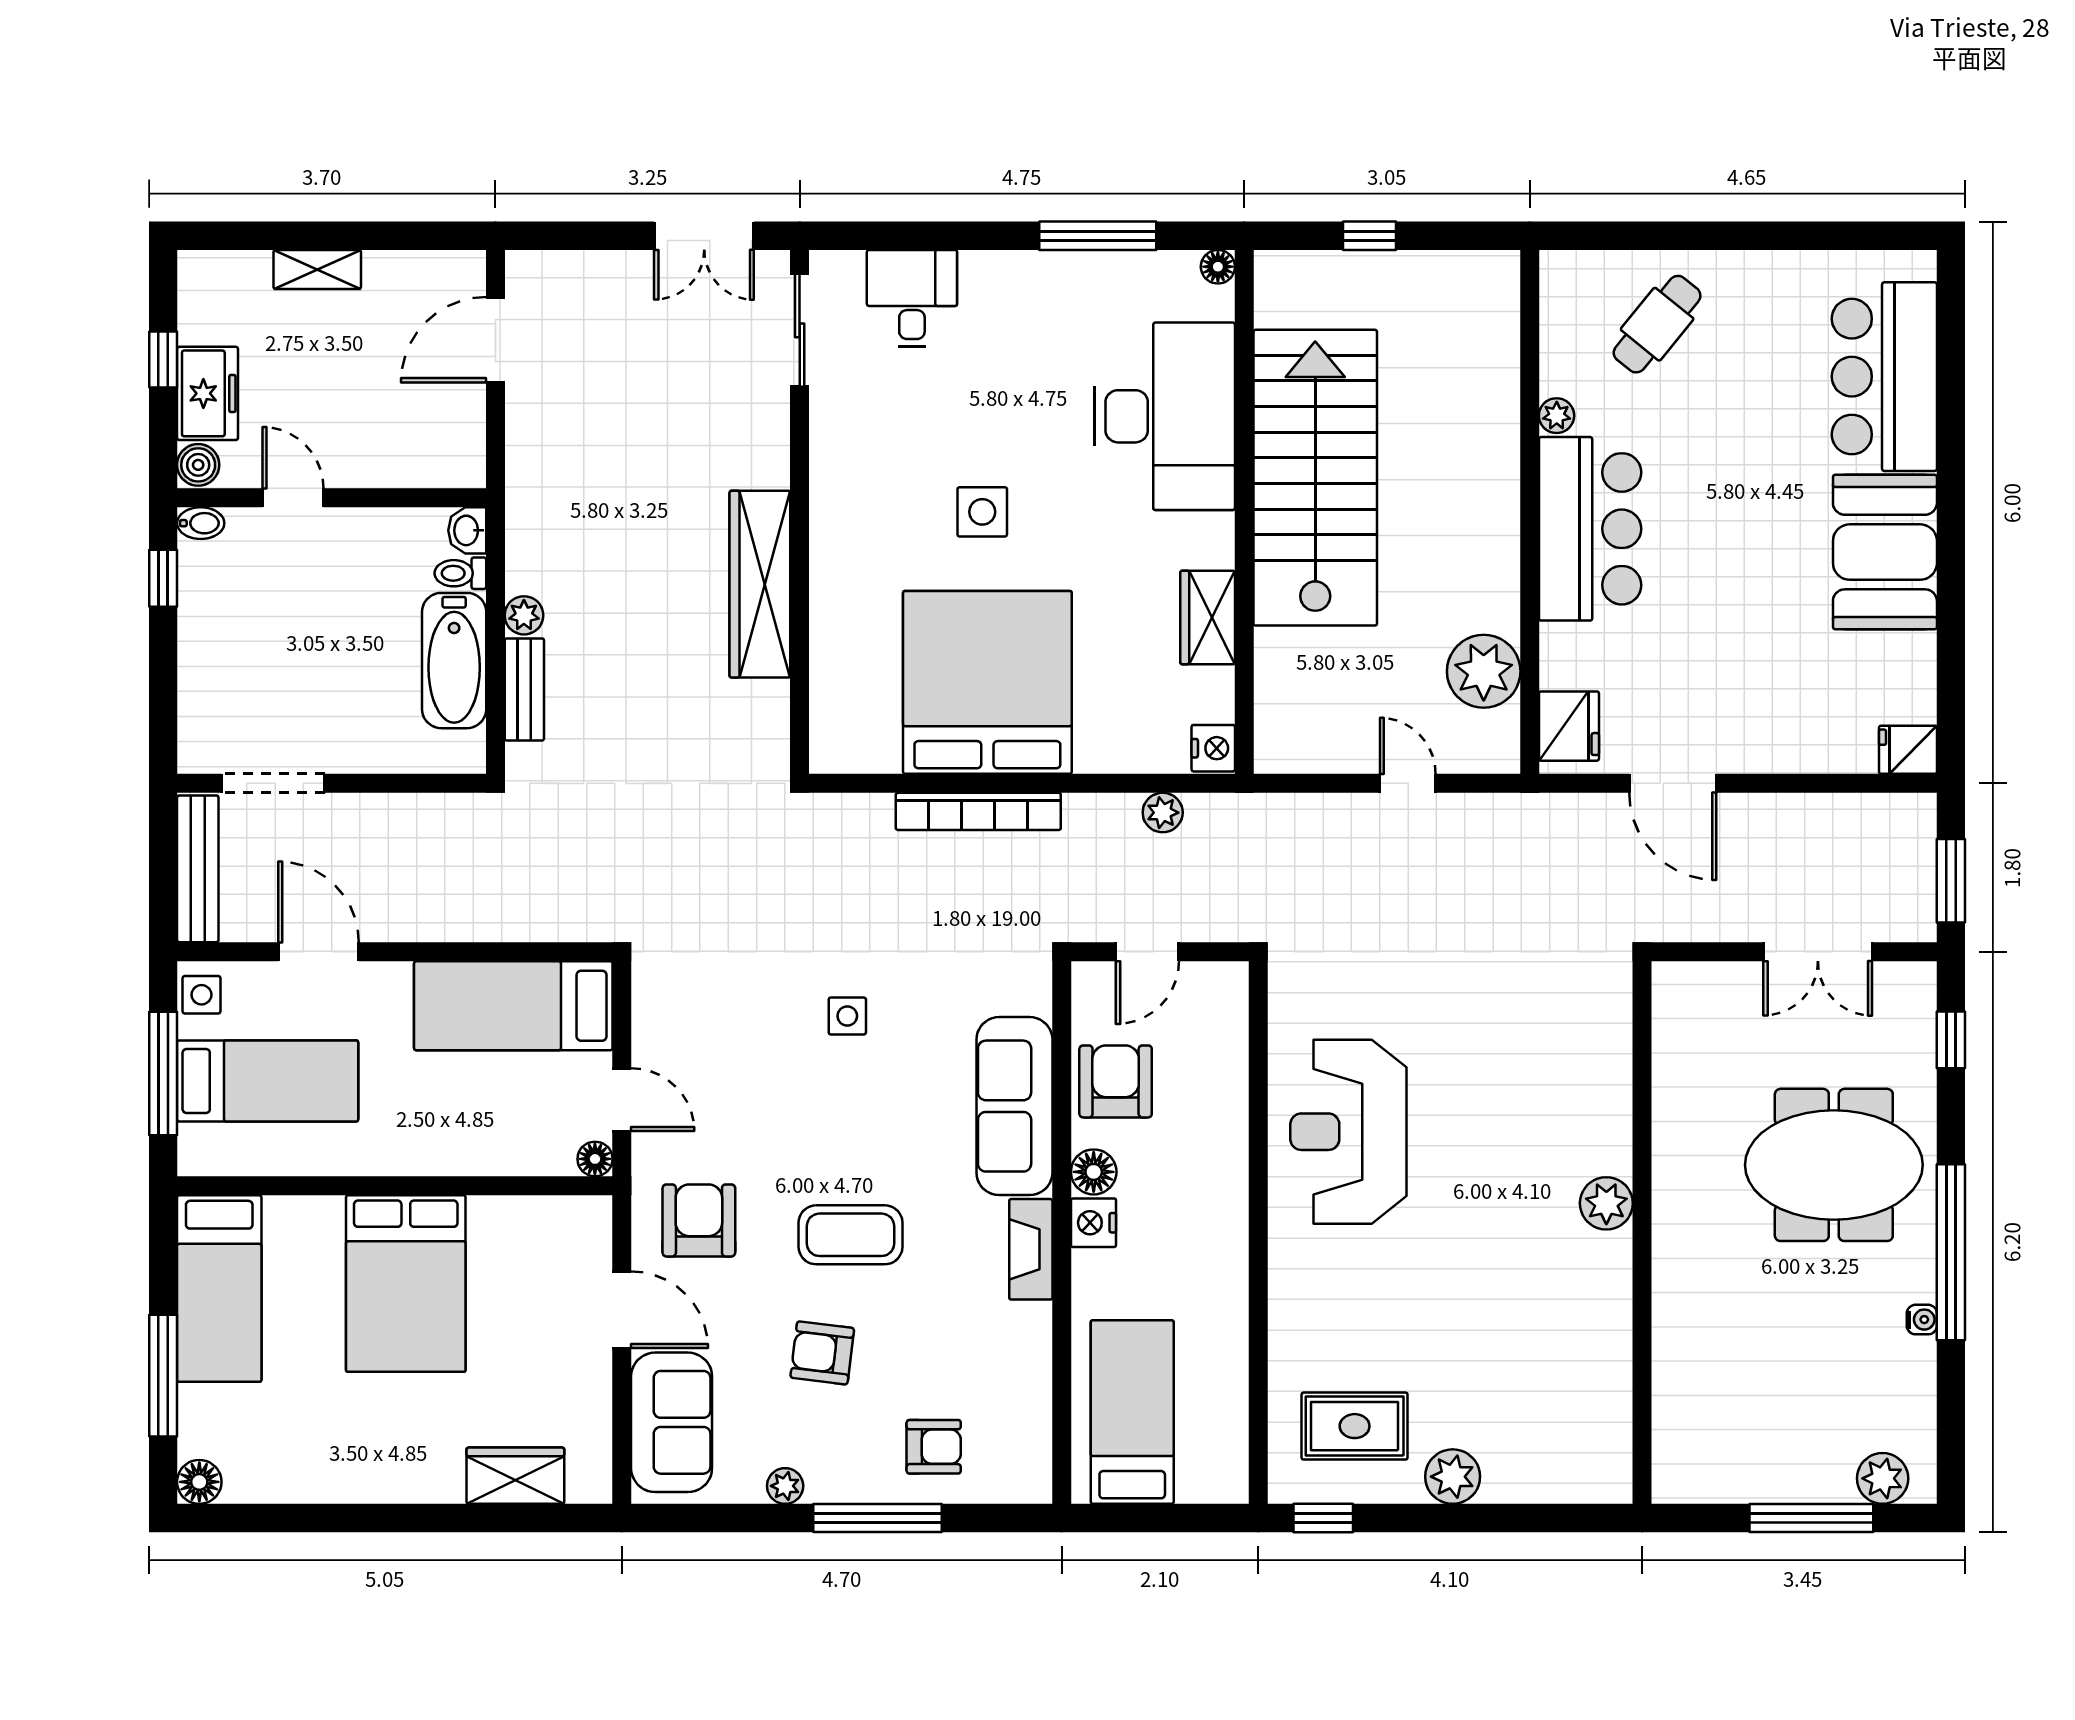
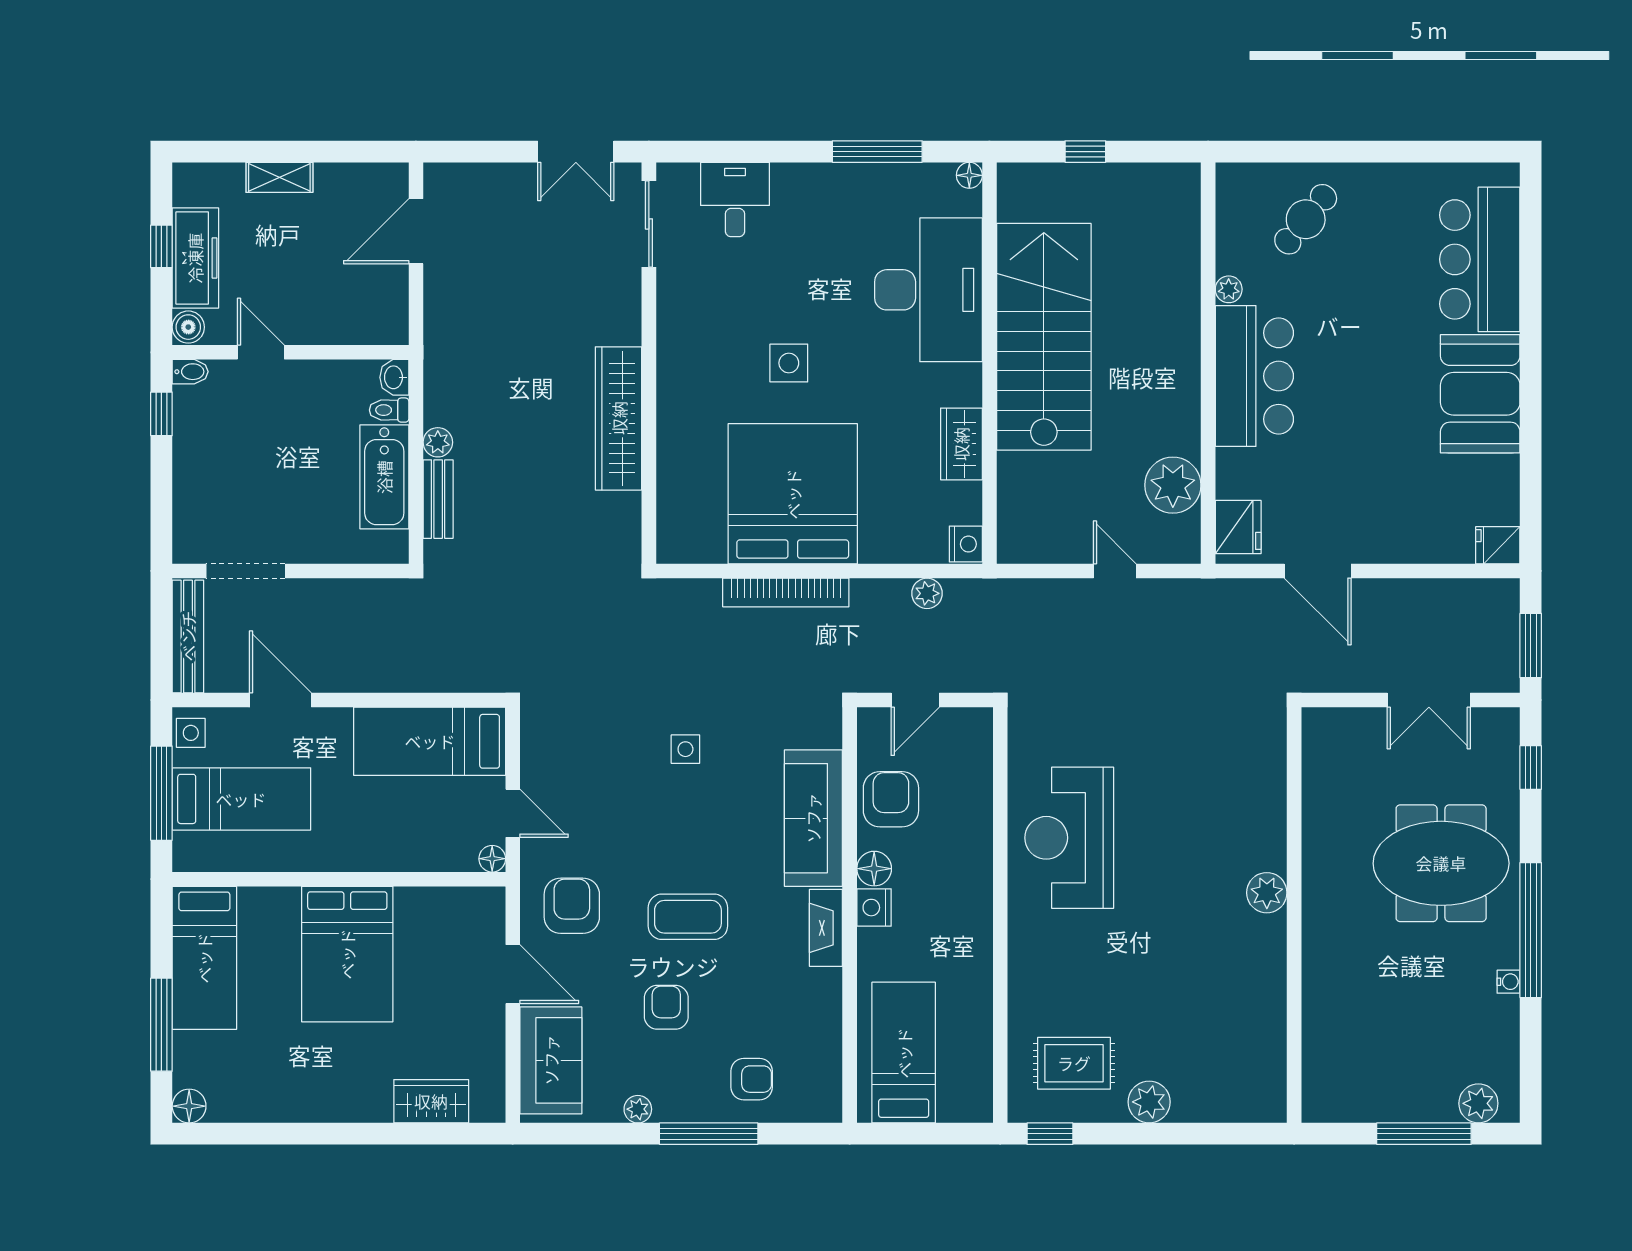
freezer: (208, 393) -> (195, 258), width x1.40
armchair: (822, 1353) -> (666, 1007), turned 83

